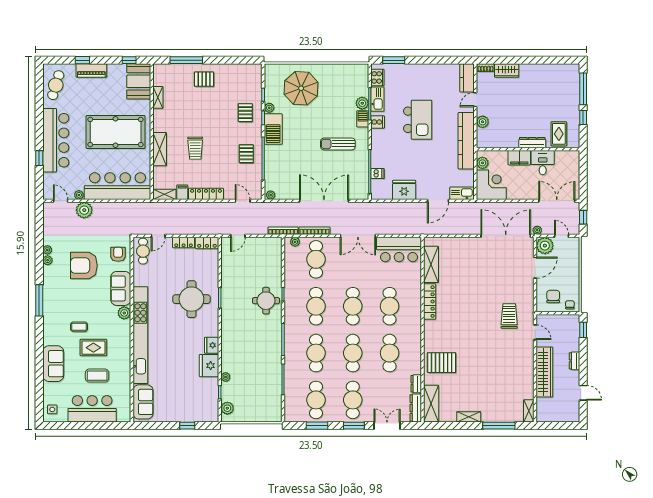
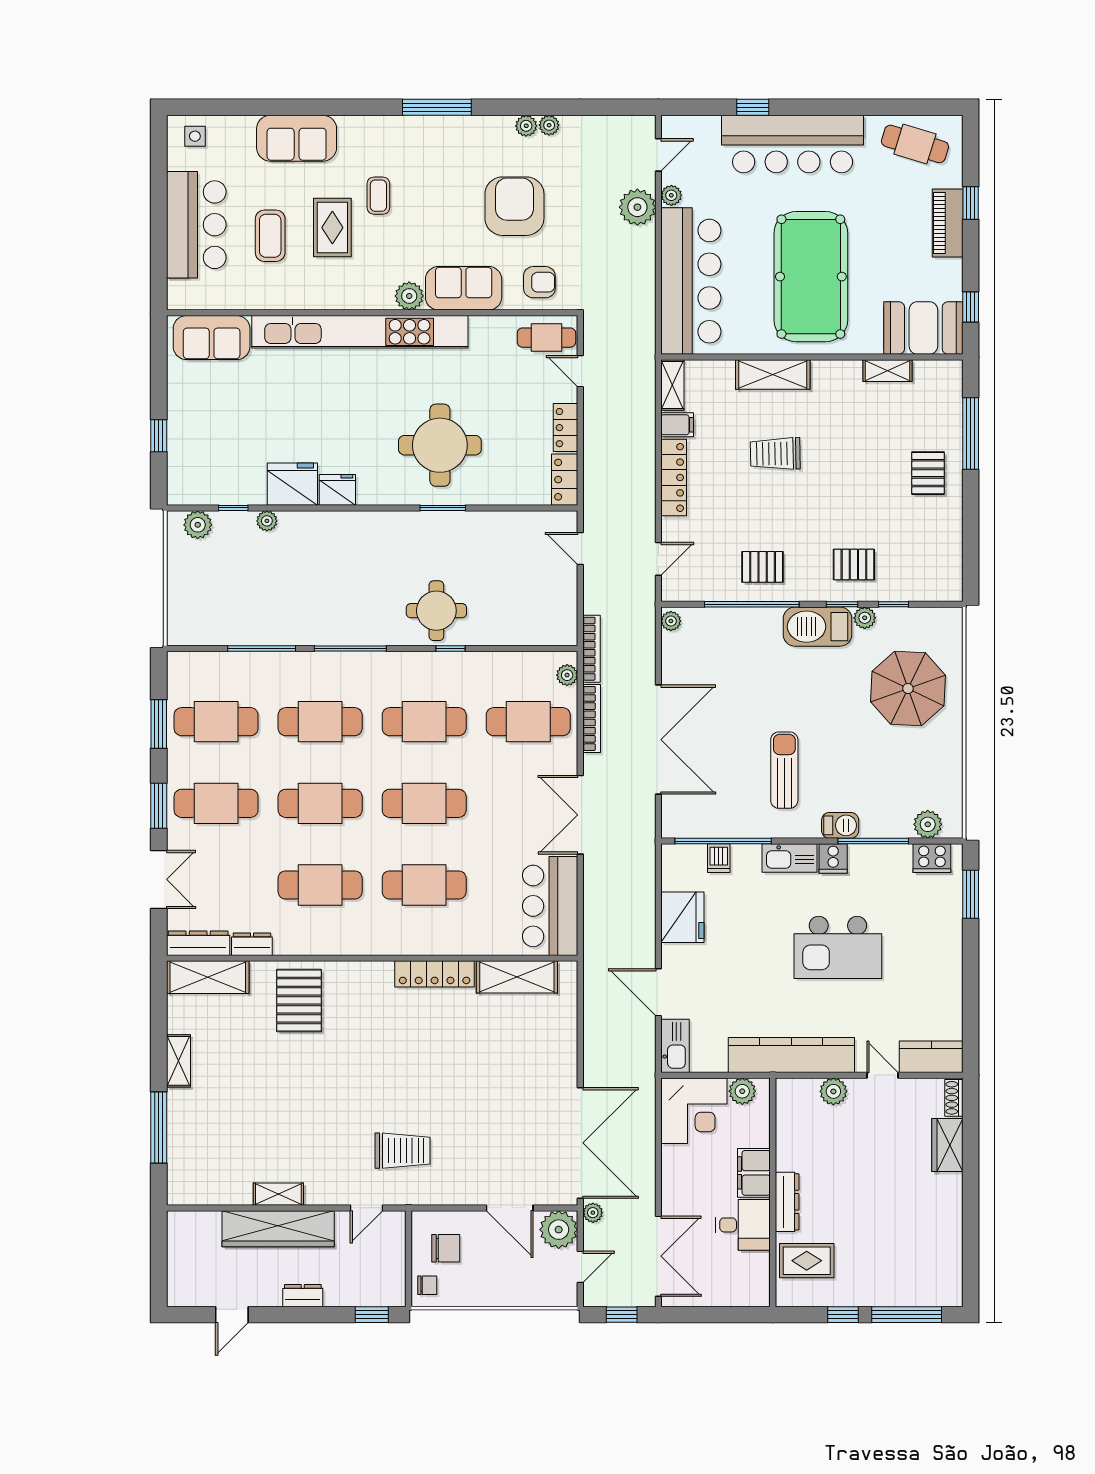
kitchen sink: (377, 99) -> (790, 858), moved
plant: (362, 103) -> (928, 824), moved
shelving: (529, 411) -> (278, 1194), moved

